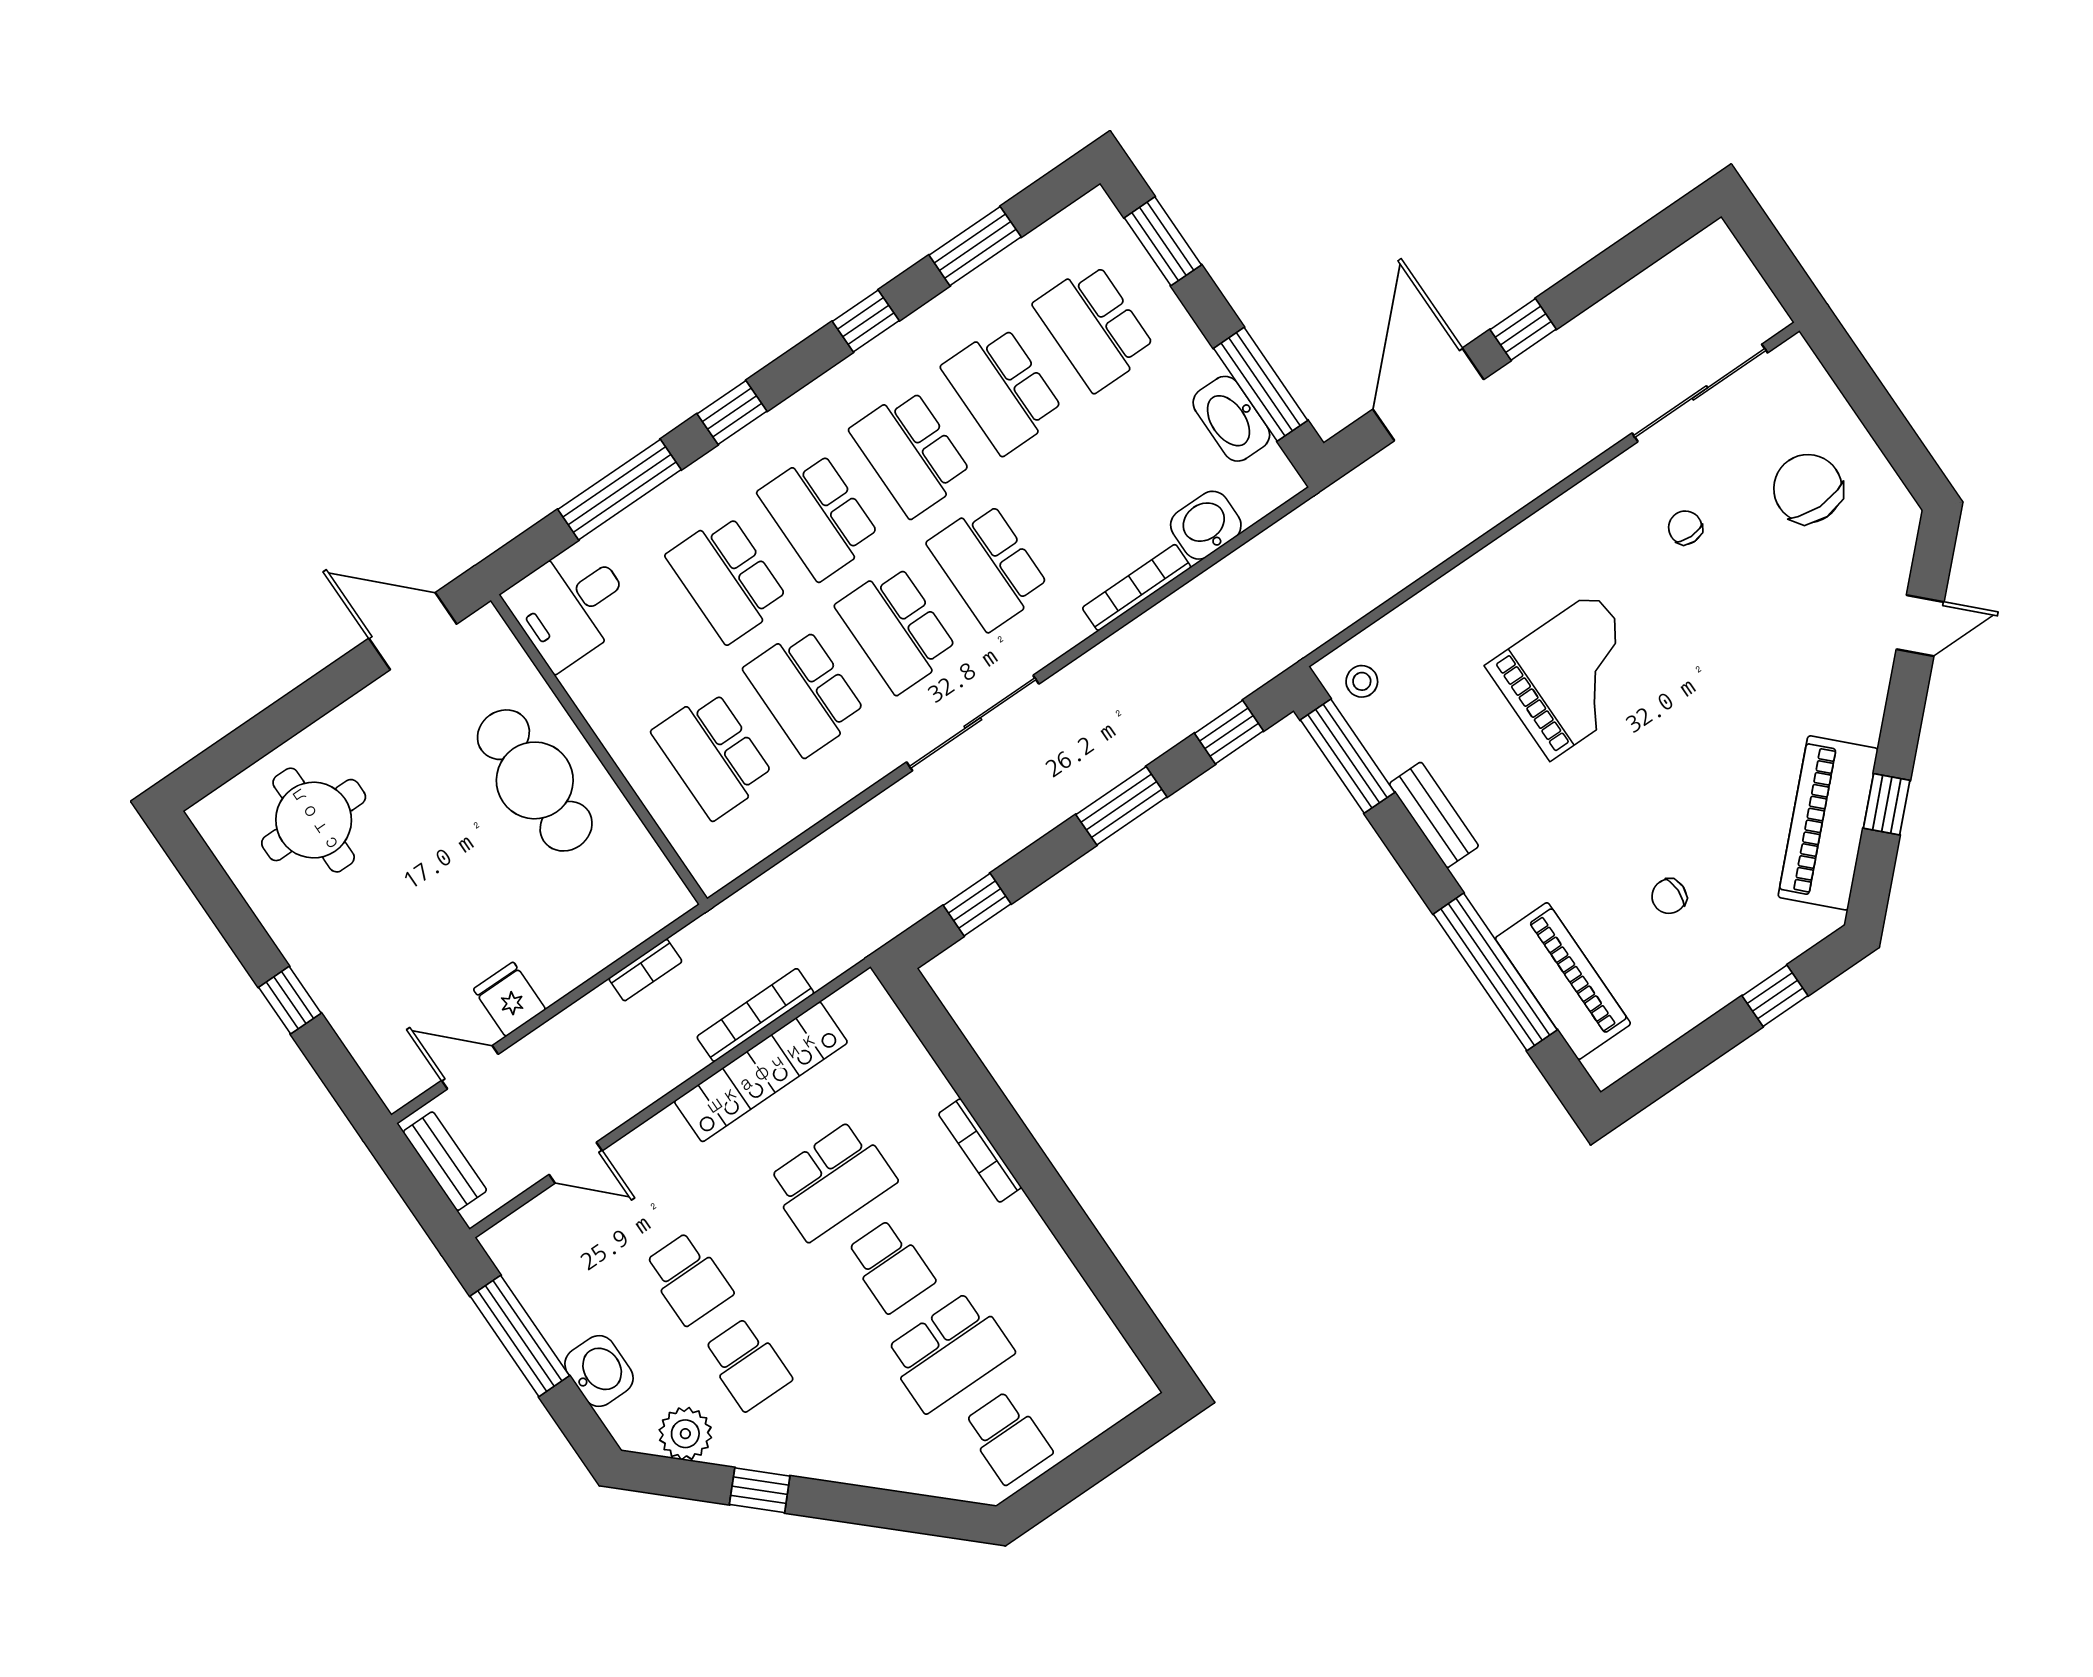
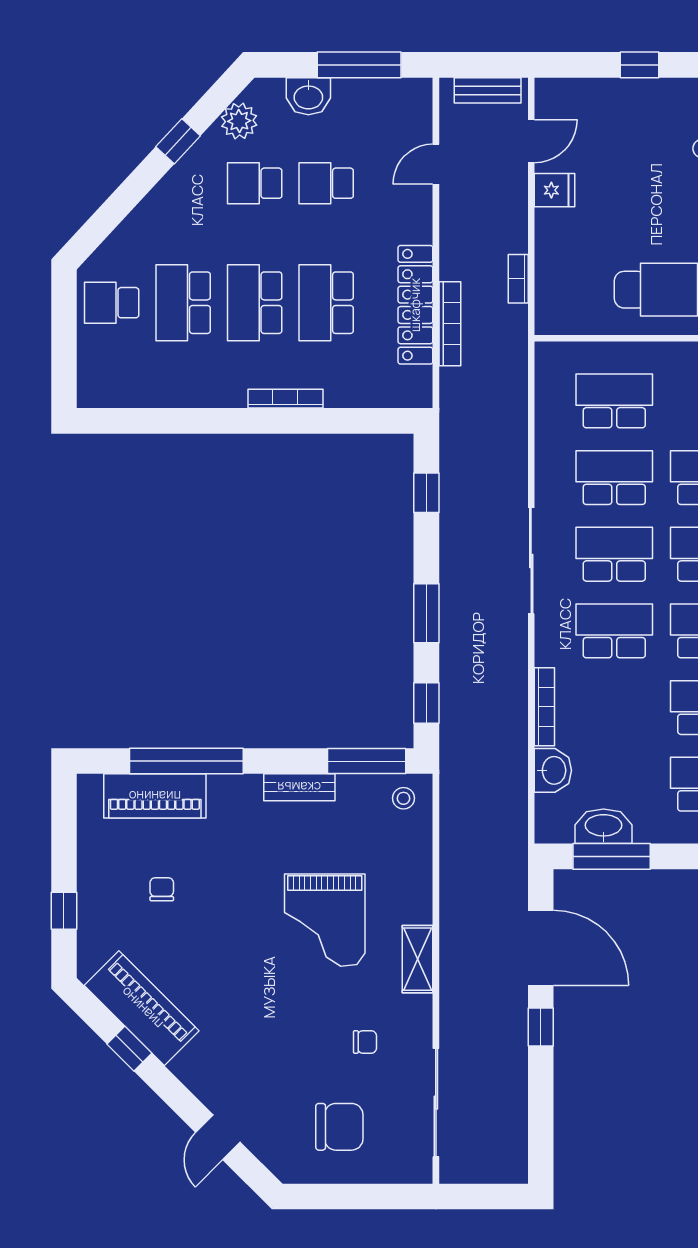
shelving: (1543, 533) -> (418, 959), added
school desk: (890, 1266) -> (255, 303), width x1.85

